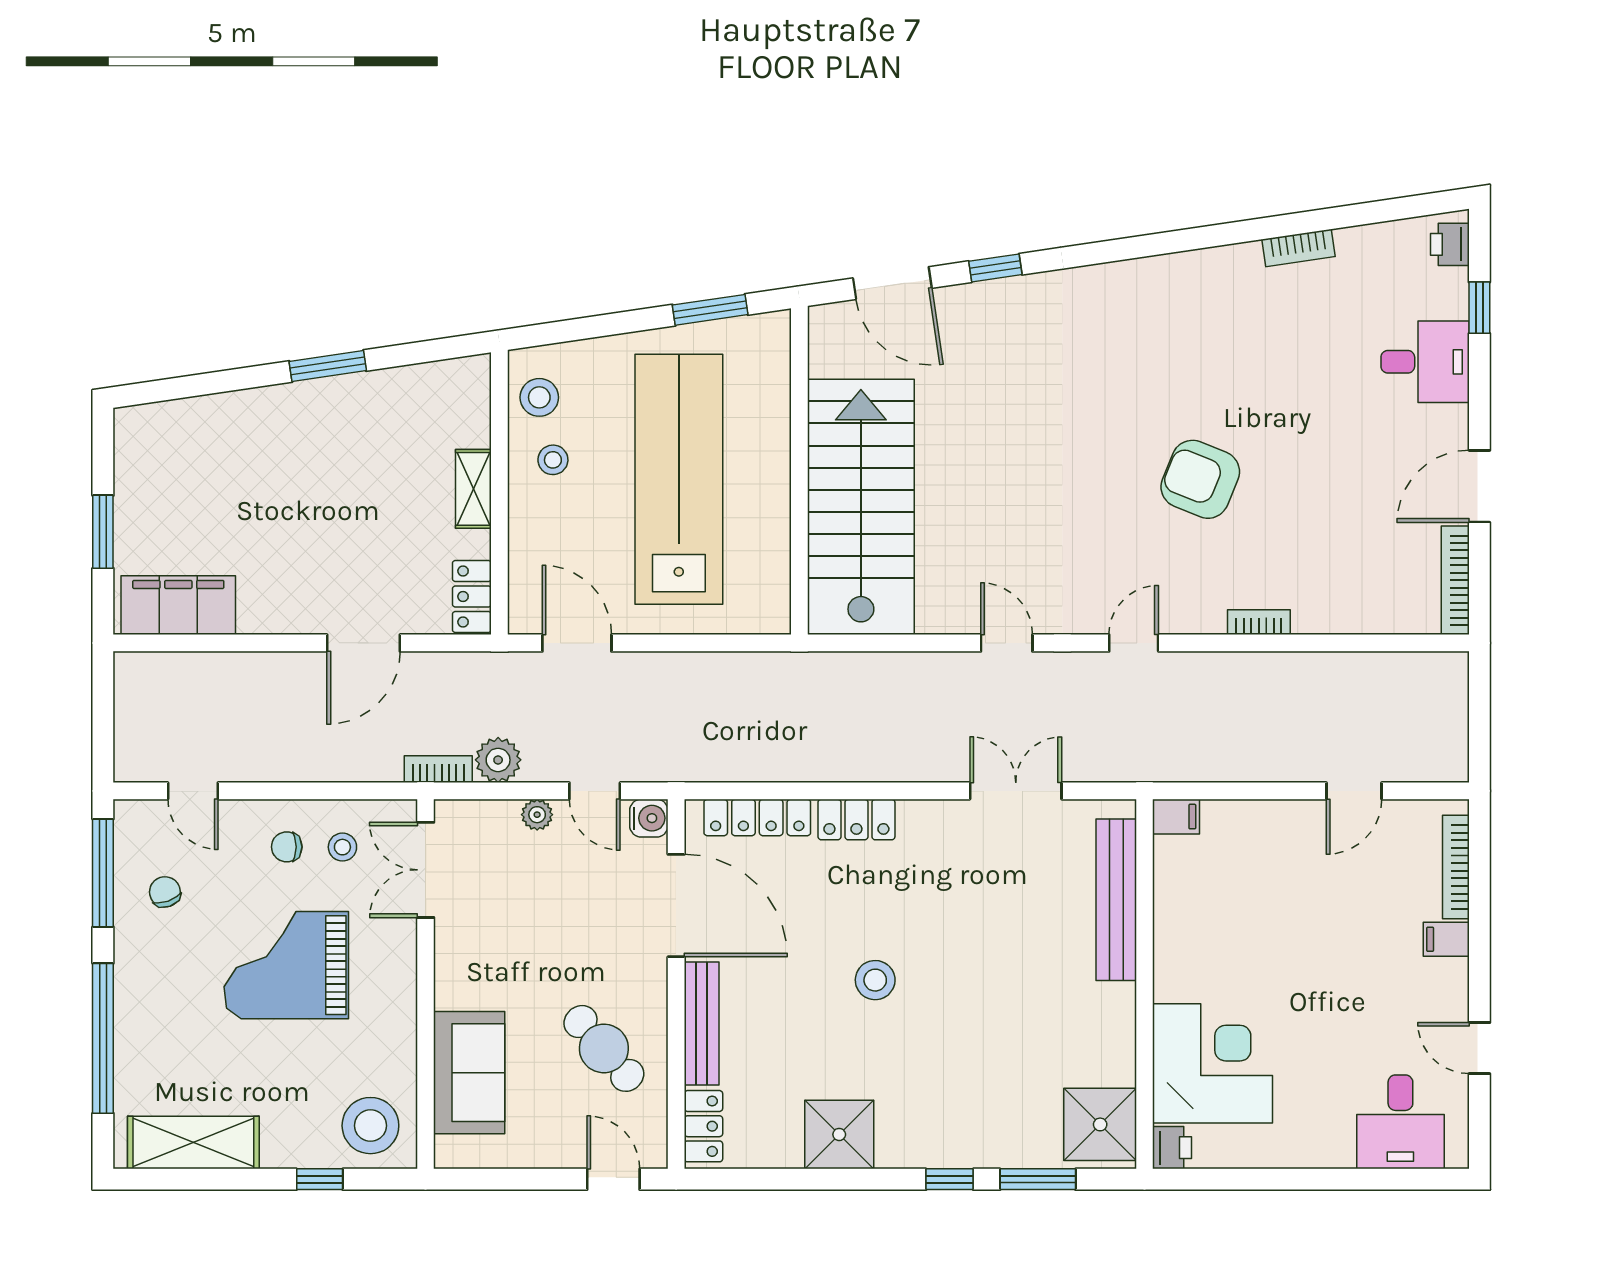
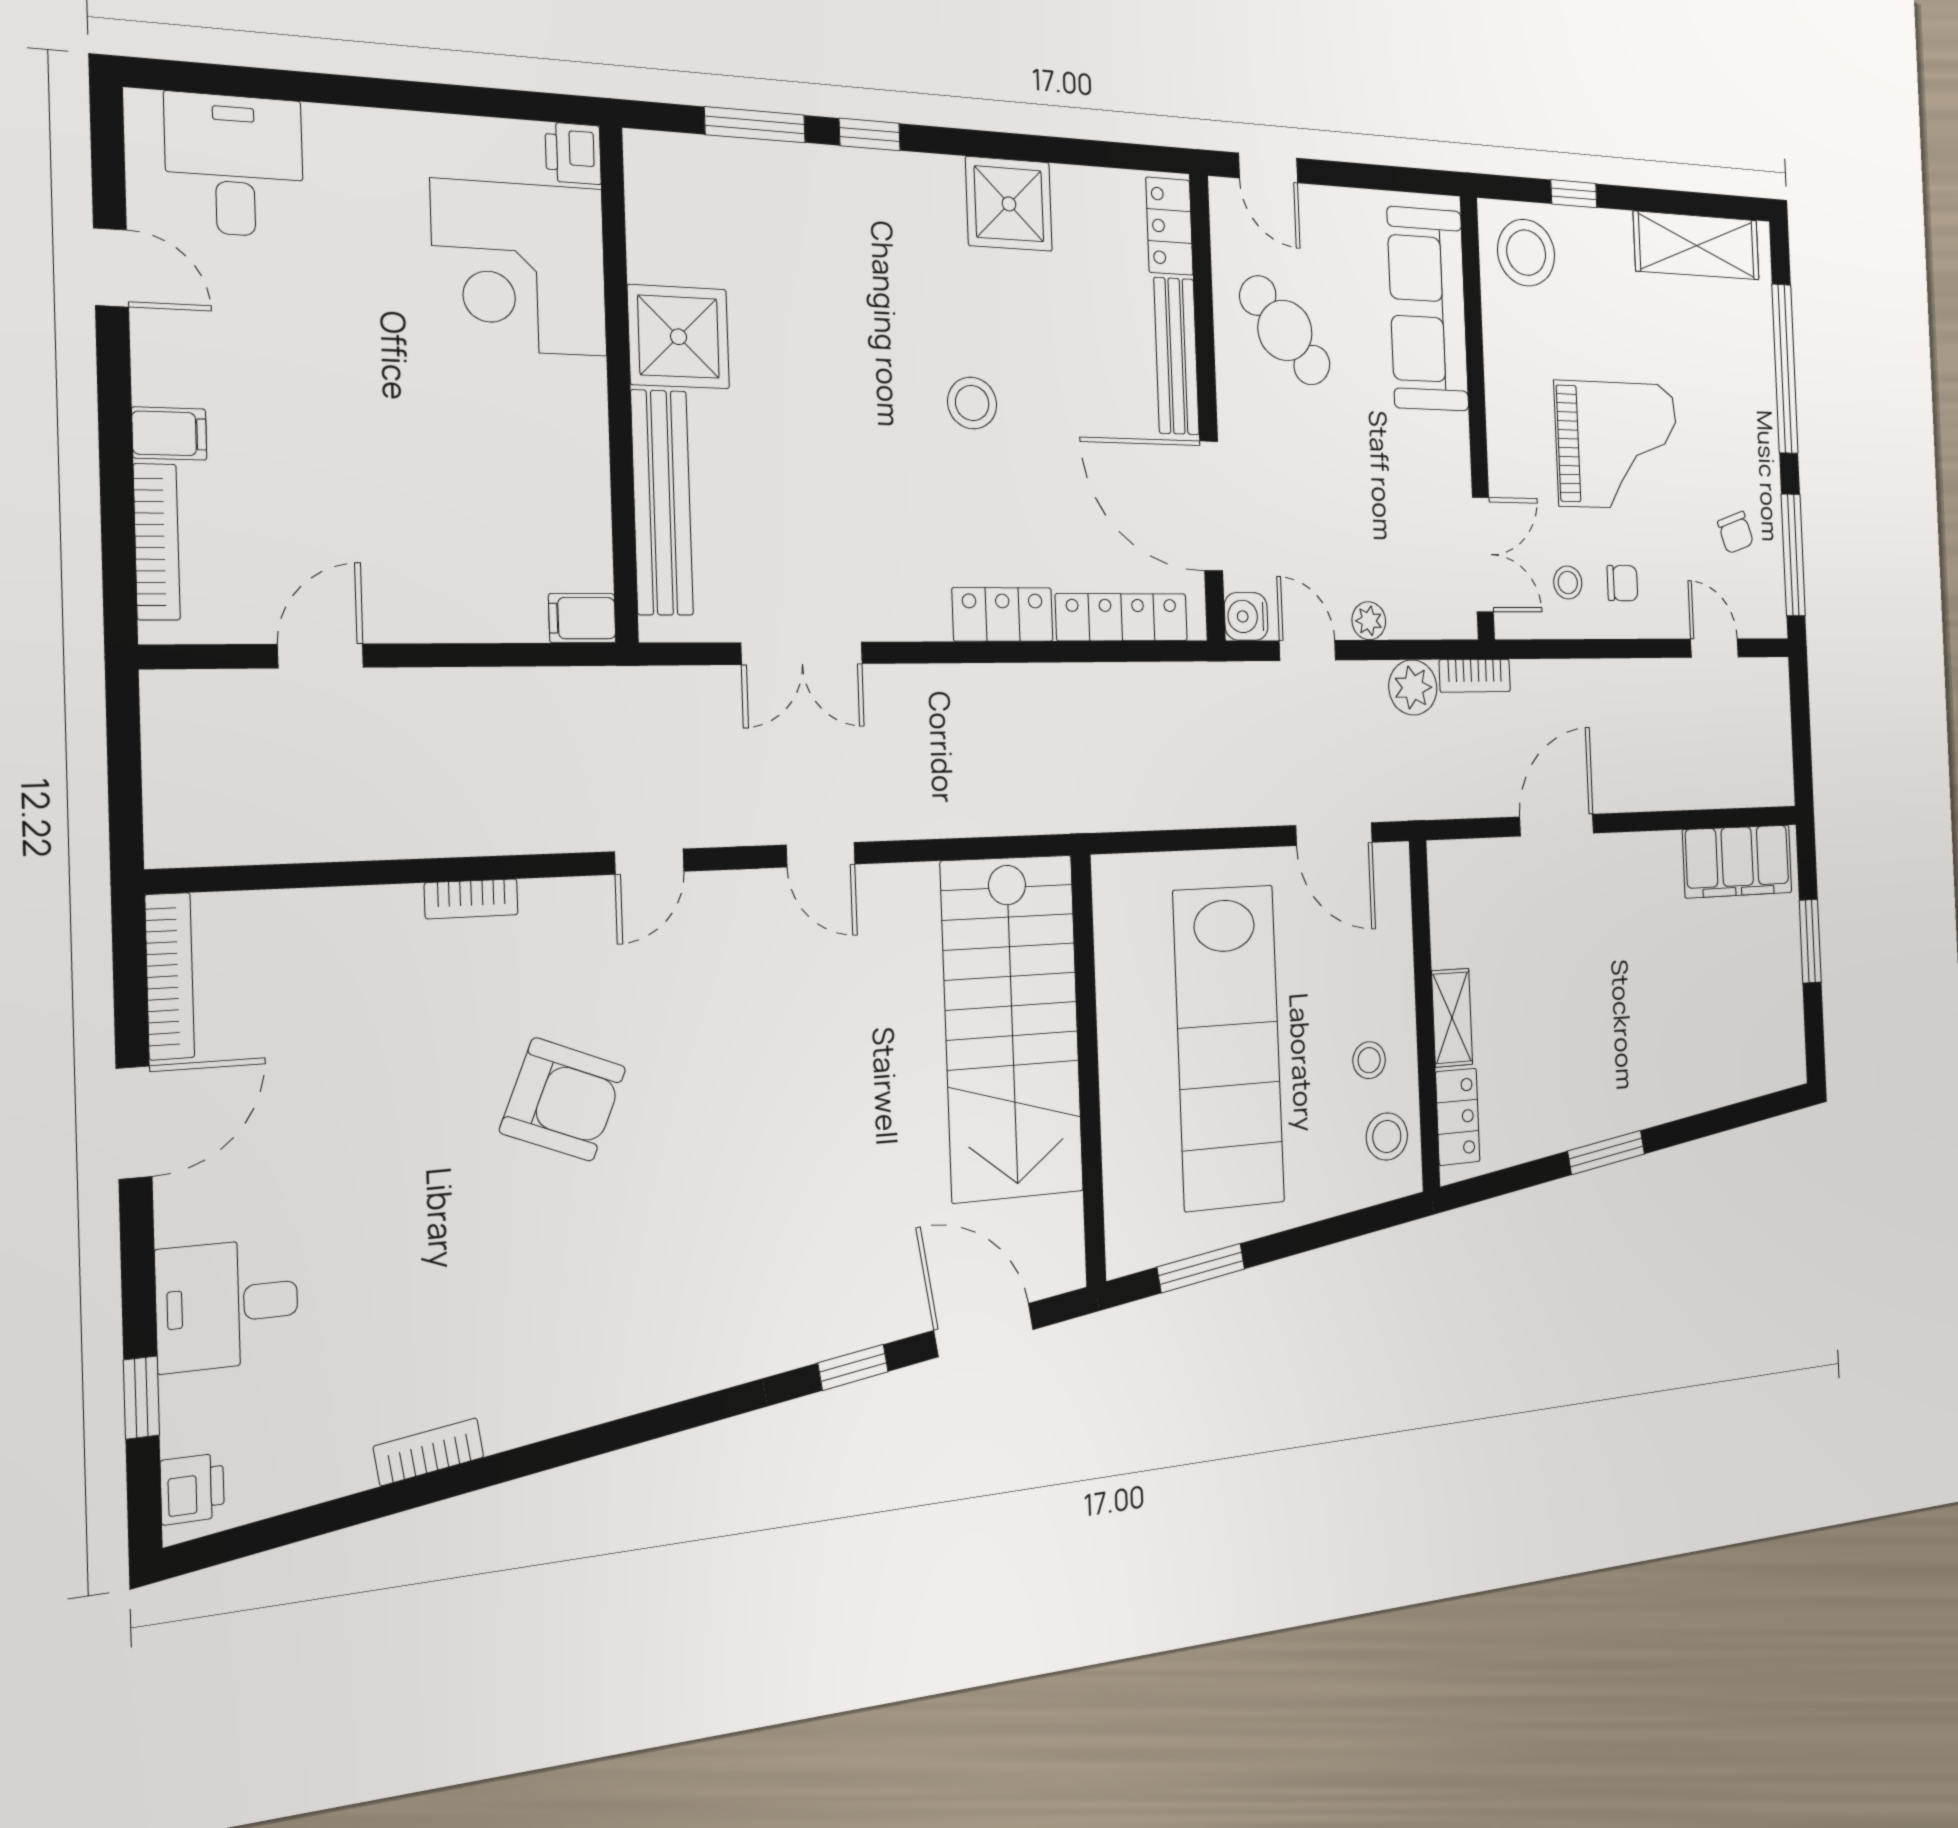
locker: (472, 596) -> (1458, 1117), moved
sofa: (469, 1073) -> (1428, 309), width x1.36
shower: (1100, 1124) -> (679, 337), moved

